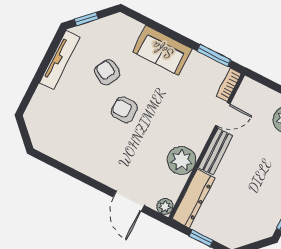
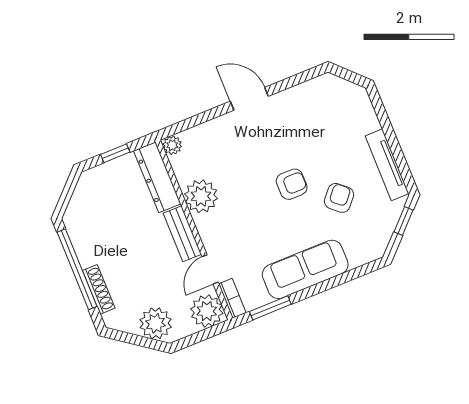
sofa: (162, 50) -> (305, 269), width x1.36
armchair: (107, 72) -> (339, 198), turned -78
plant: (251, 94) -> (207, 311), added
door: (129, 201) -> (249, 99), moved

